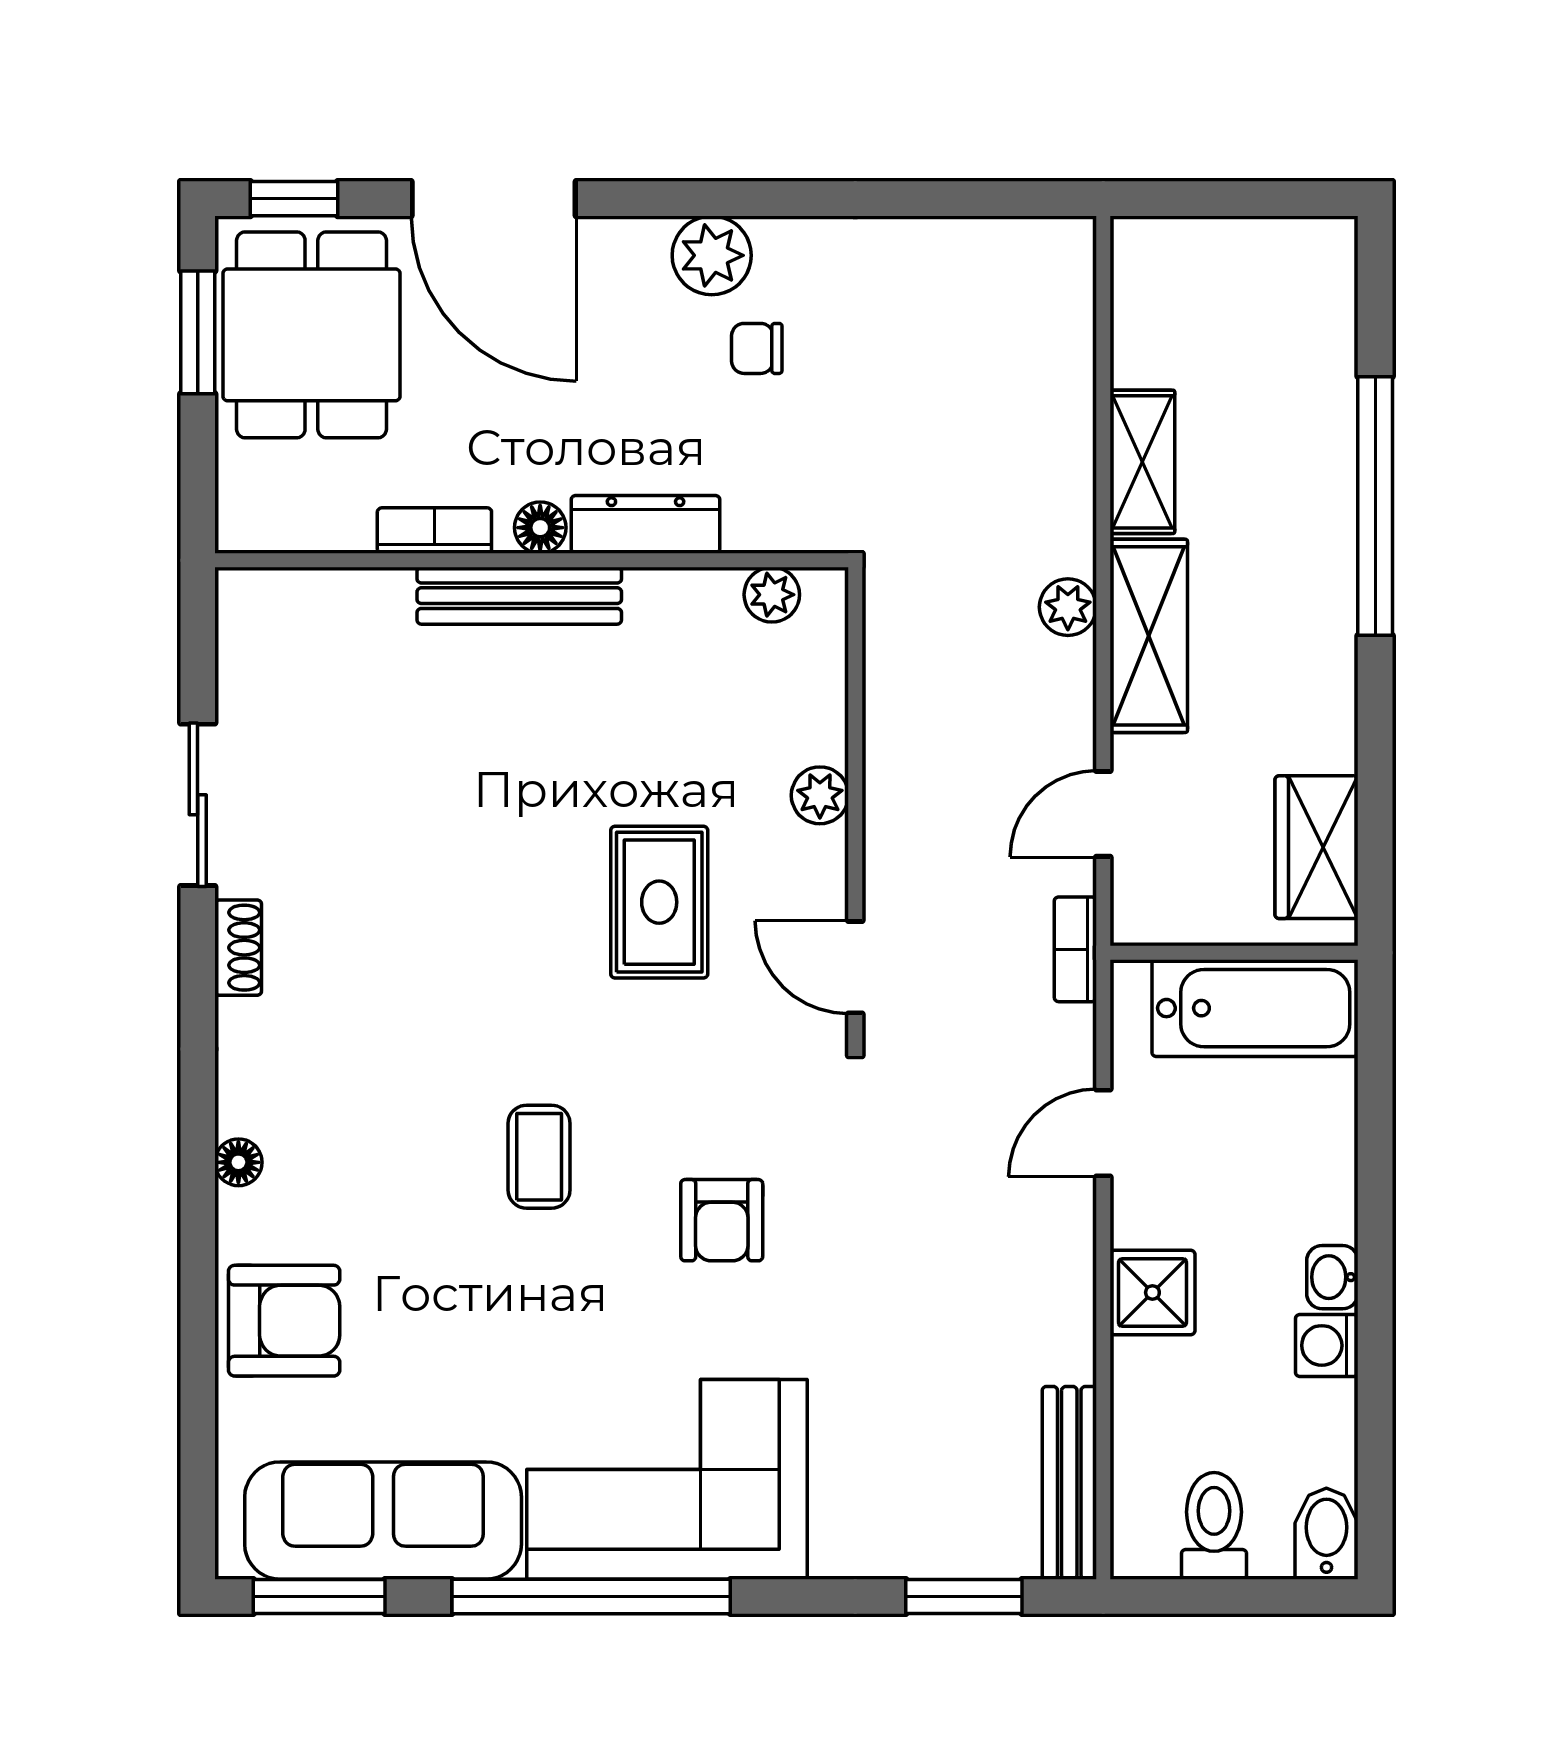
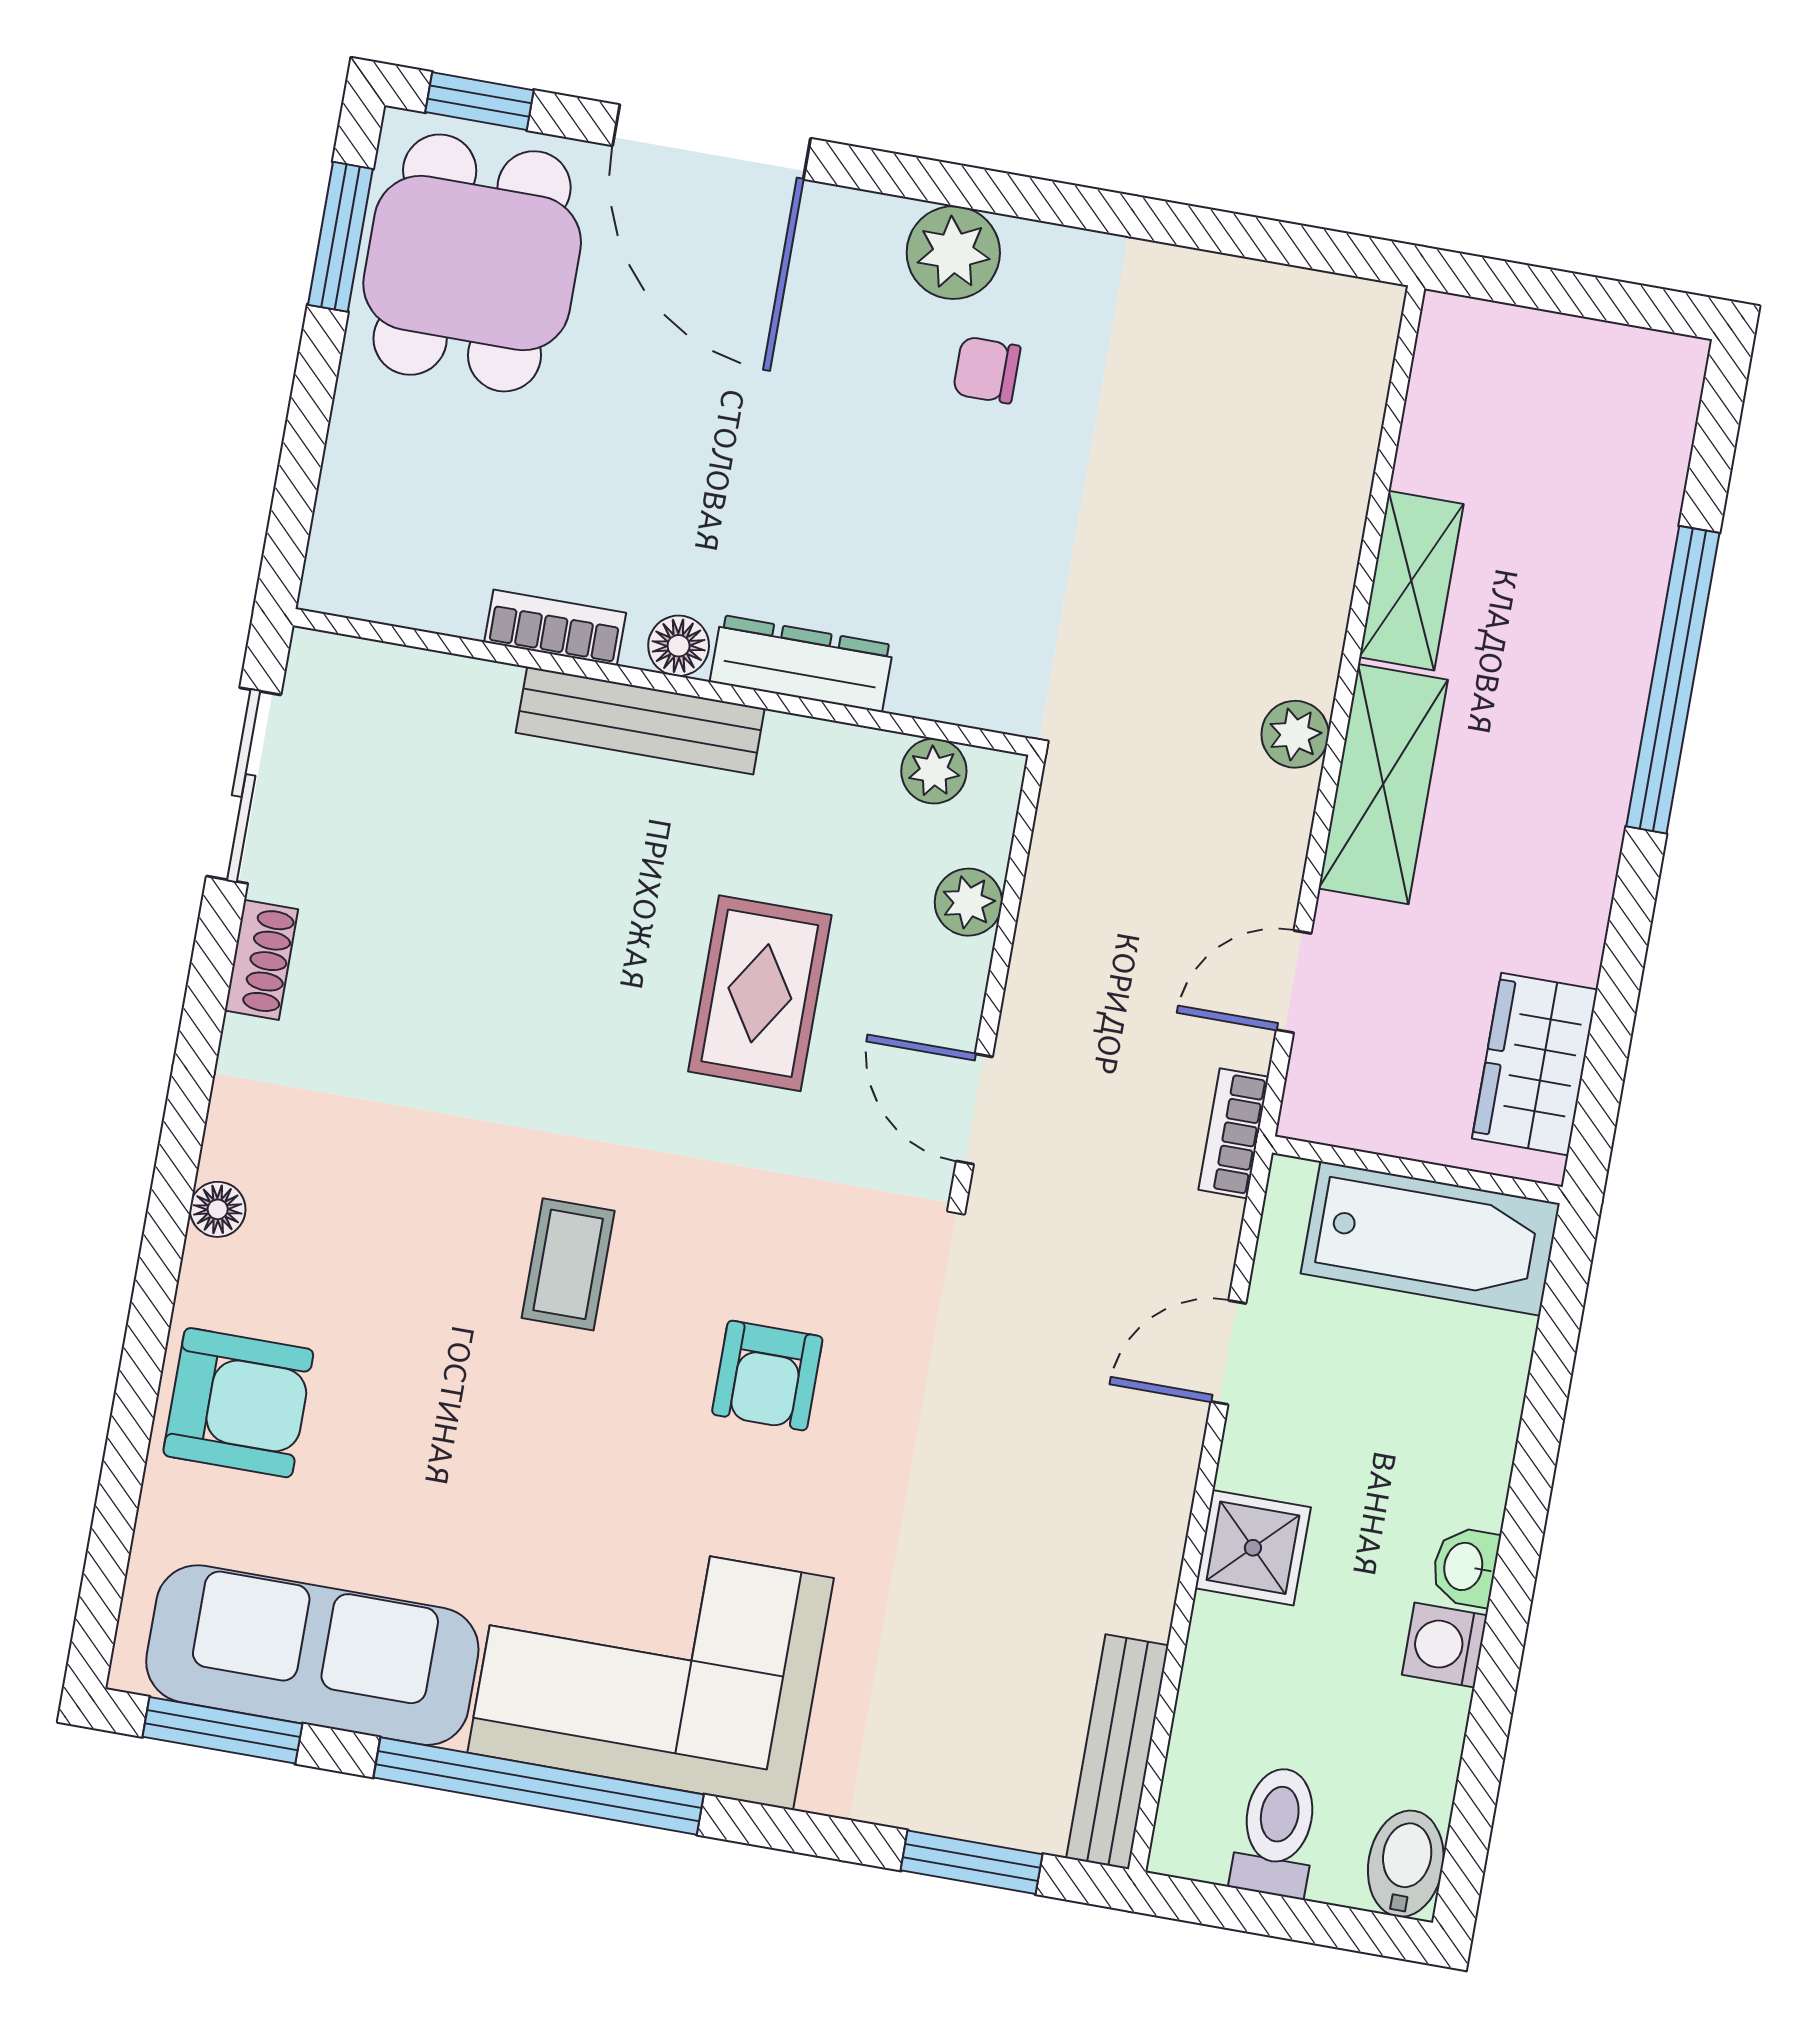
dresser: (646, 524) -> (802, 663), moved
floor lamp: (540, 528) -> (679, 646), moved
bookcase: (434, 531) -> (555, 627), moved
wall: (532, 560) -> (662, 682), moved
plant: (772, 595) -> (934, 771), moved
bench: (519, 596) -> (640, 721), moved

